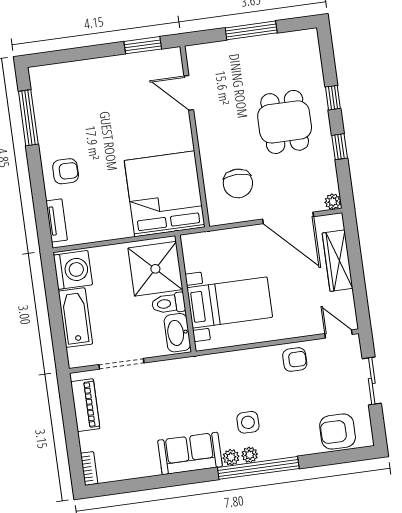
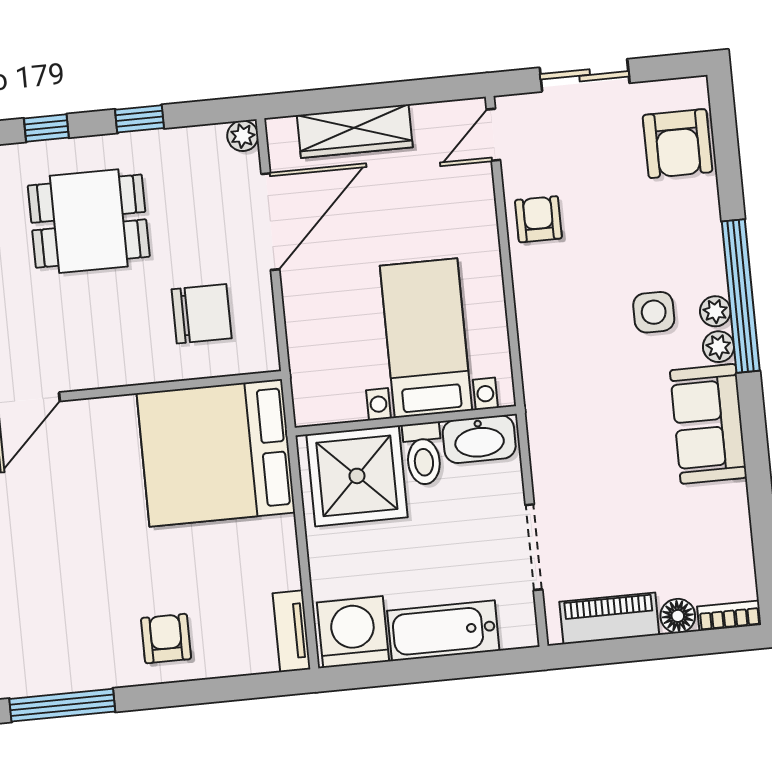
tv unit: (57, 220) -> (291, 631), moved, turned -90
floor lamp: (88, 441) -> (678, 616), added

